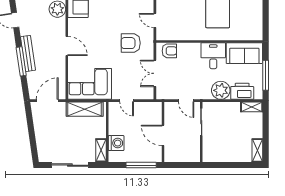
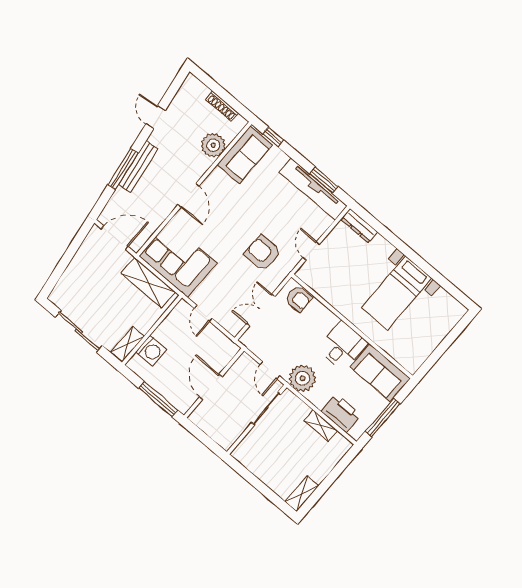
plant: (221, 90) -> (302, 378), moved
shelving: (252, 107) -> (321, 426), moved

